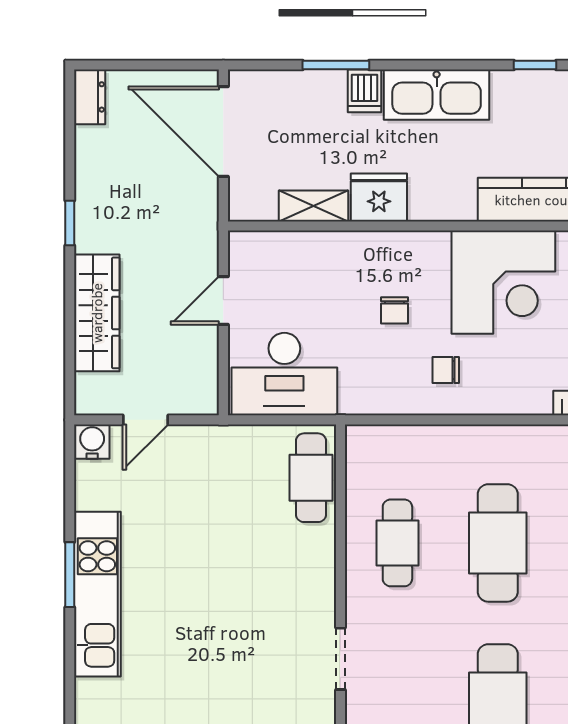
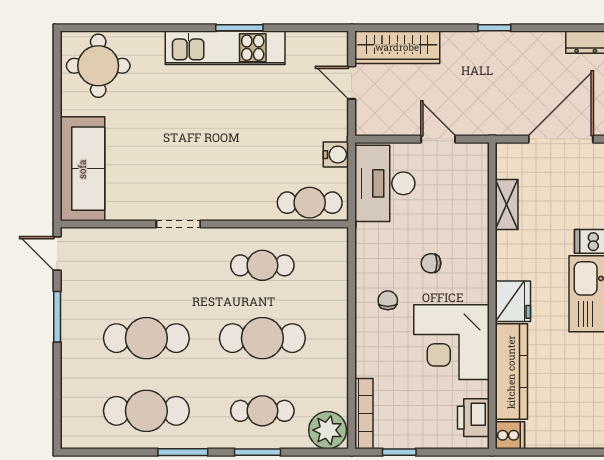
fridge: (379, 197) -> (513, 301), moved
wardrobe: (97, 313) -> (397, 47), moved
water cooler: (92, 442) -> (336, 155), moved

